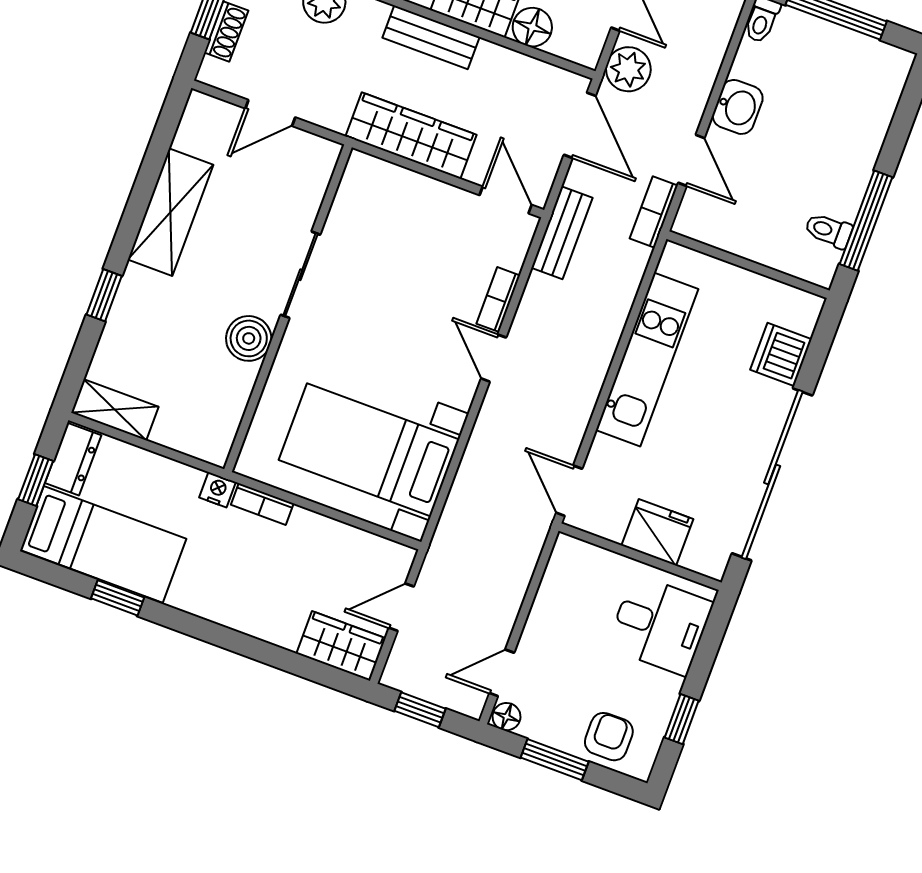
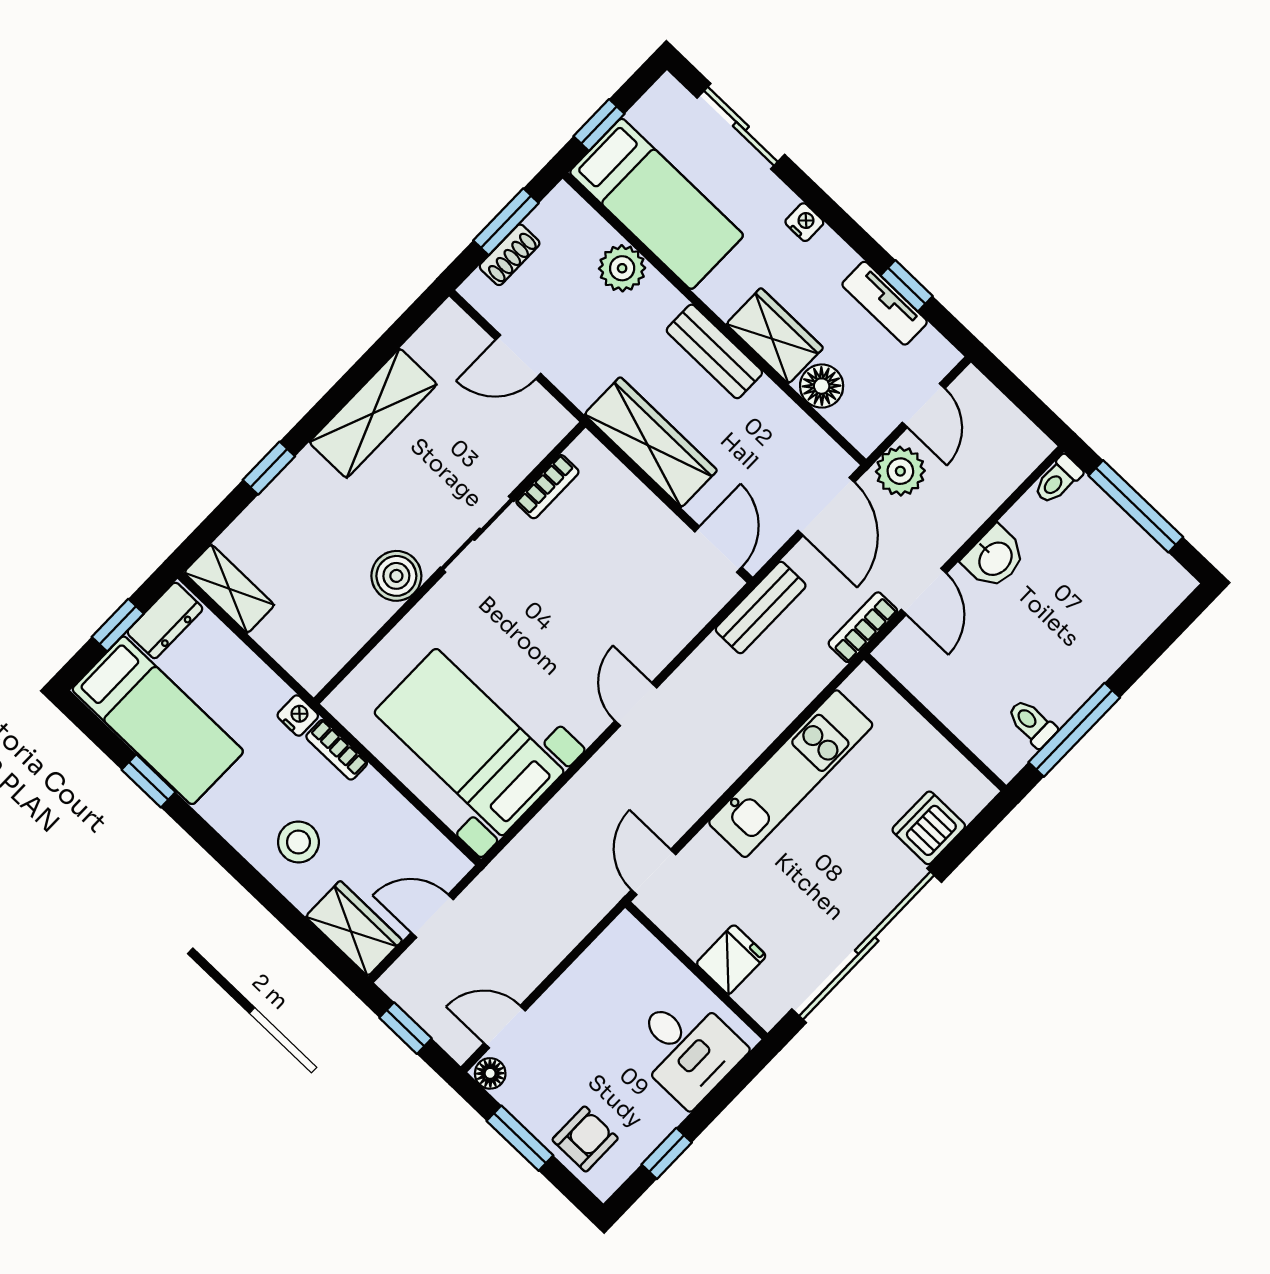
bookcase: (498, 300) -> (547, 487), moved, turned 180
fridge: (657, 532) -> (731, 960), width x0.72
stool: (264, 594) -> (298, 842), added

